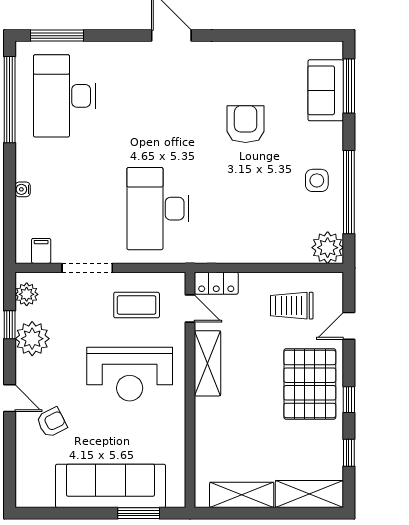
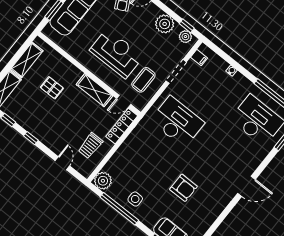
locker: (216, 283) -> (122, 126), width x1.53
trolley: (292, 306) -> (90, 146), turned 180
window: (10, 325) -> (187, 26), moved
reception desk: (130, 374) -> (116, 53), turned 90
pallet: (310, 384) -> (52, 88), moved, width x0.49, depth x0.50

